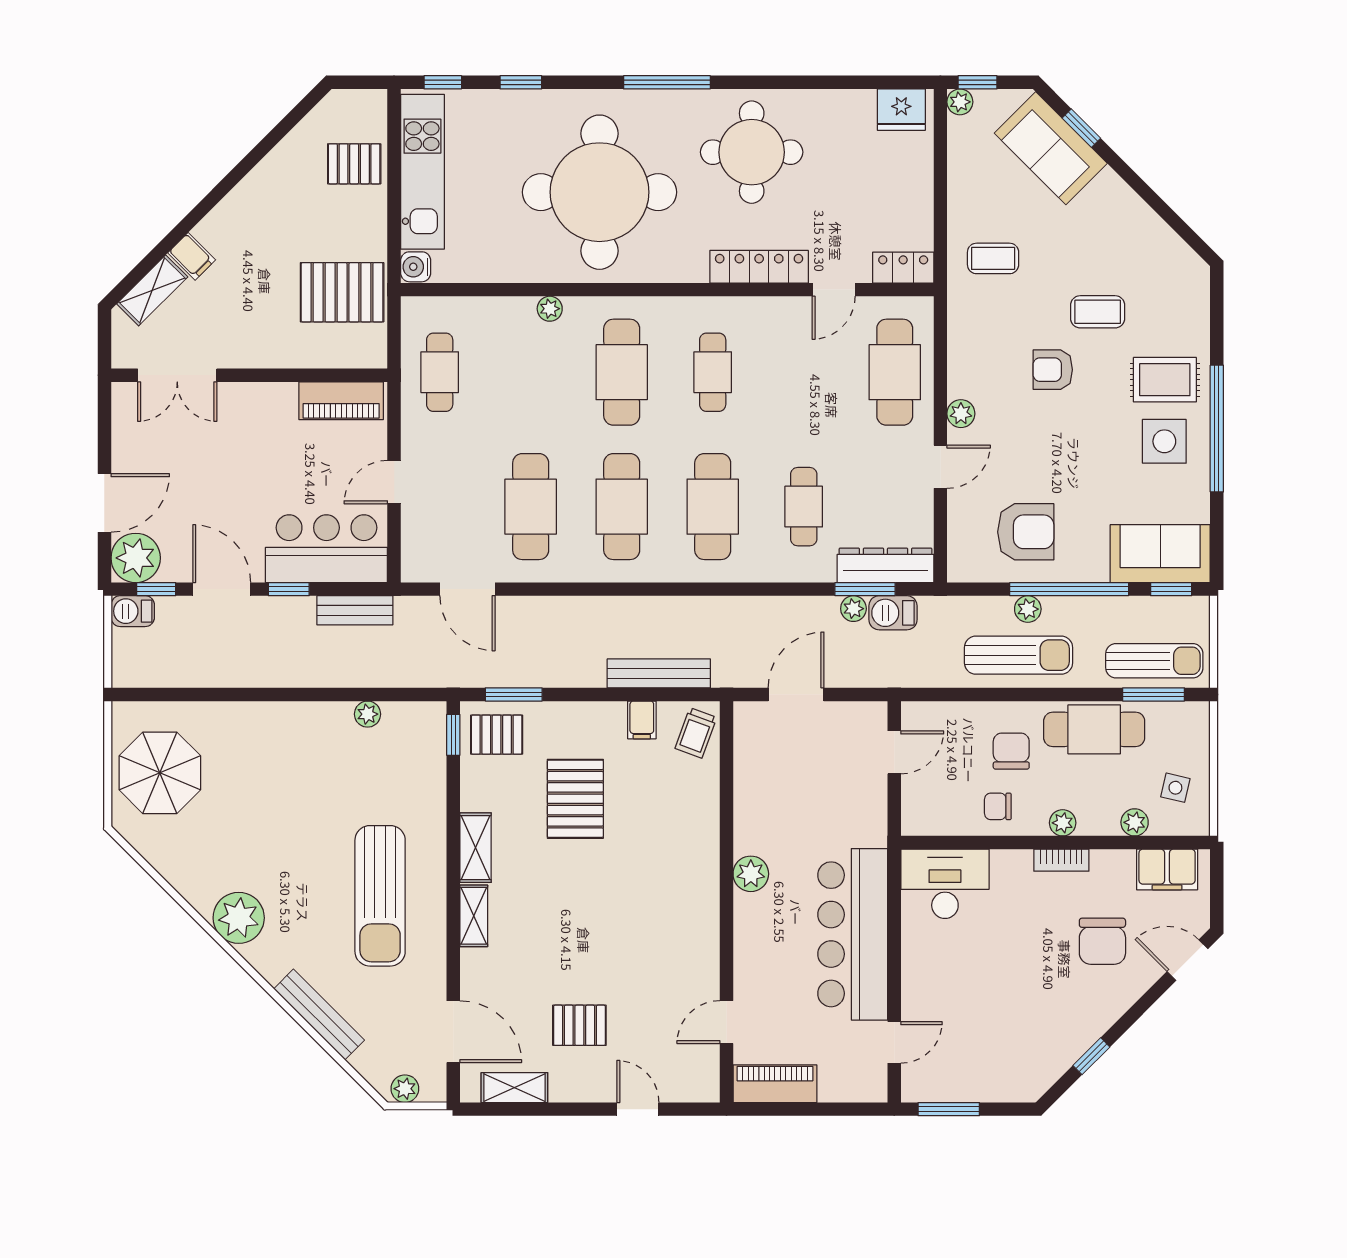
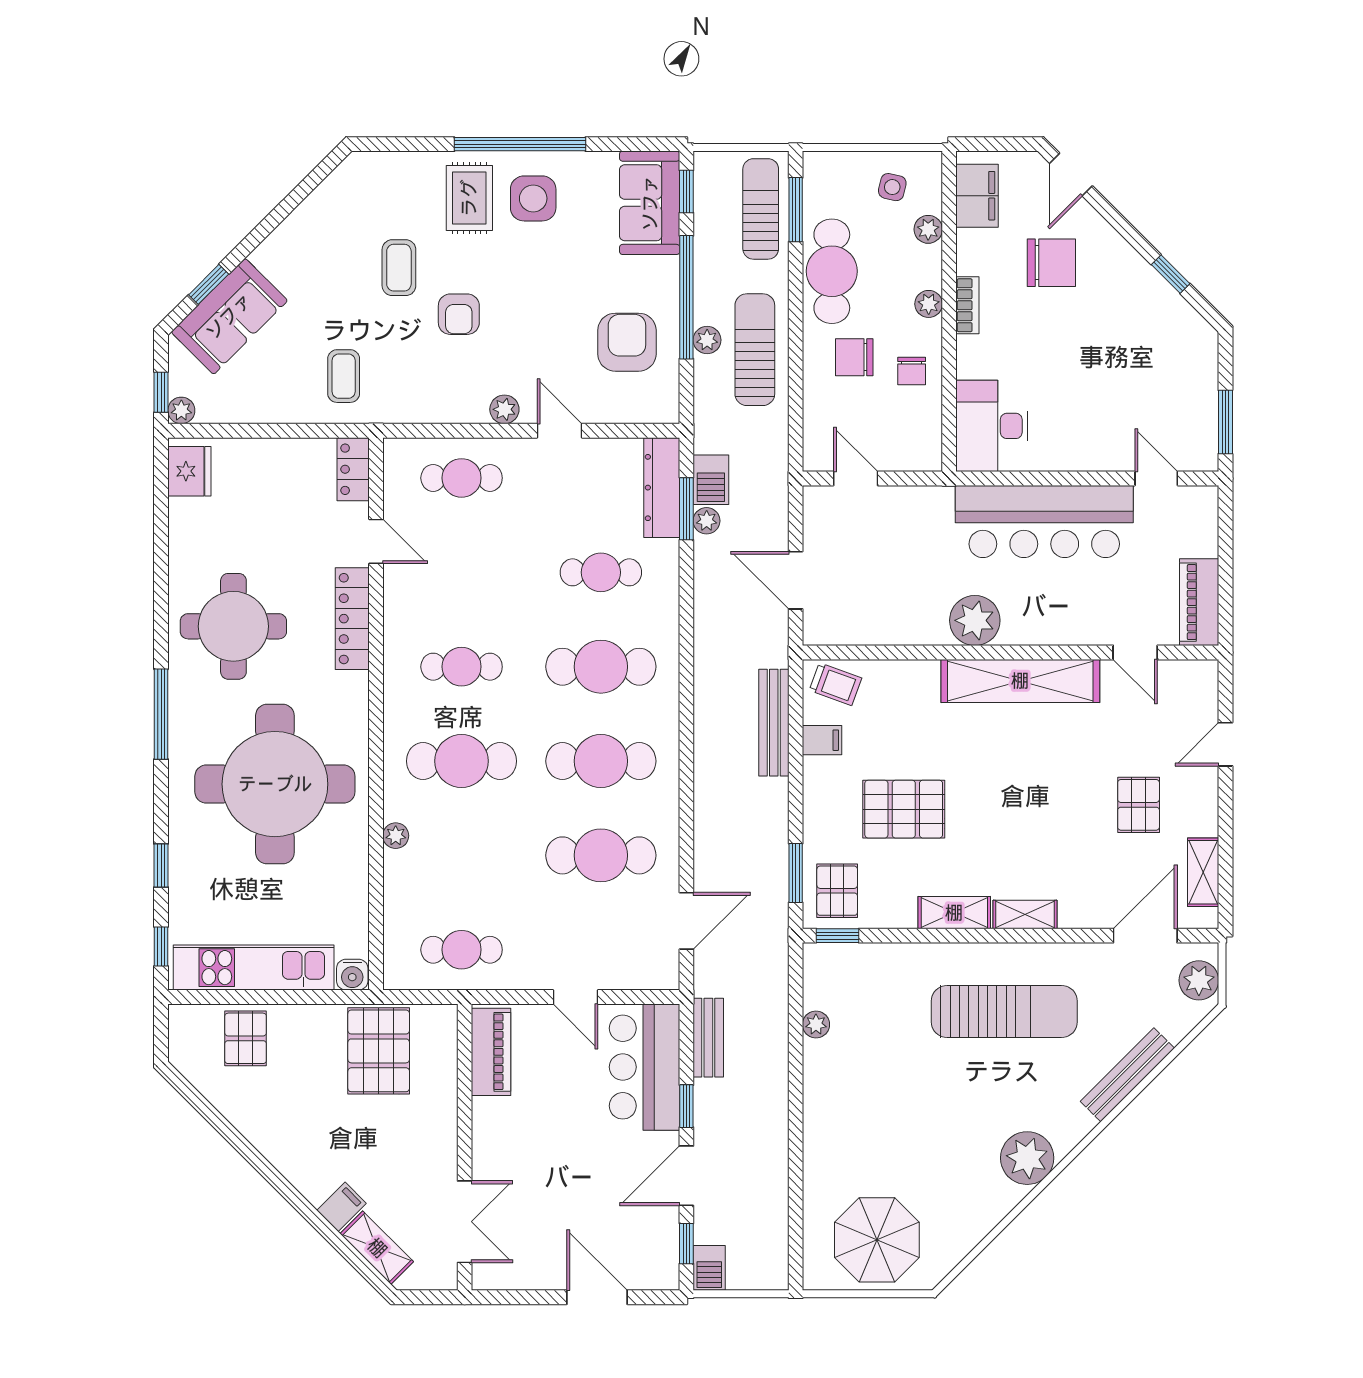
cafe table: (895, 372) -> (462, 478), width x0.73, depth x0.74
plant: (136, 558) -> (654, 1265), removed
plant: (751, 874) -> (975, 620), width x1.36, depth x1.36
shelving: (699, 911) -> (1020, 681), added
plant: (405, 1089) -> (1199, 980), width x1.38, depth x1.38

